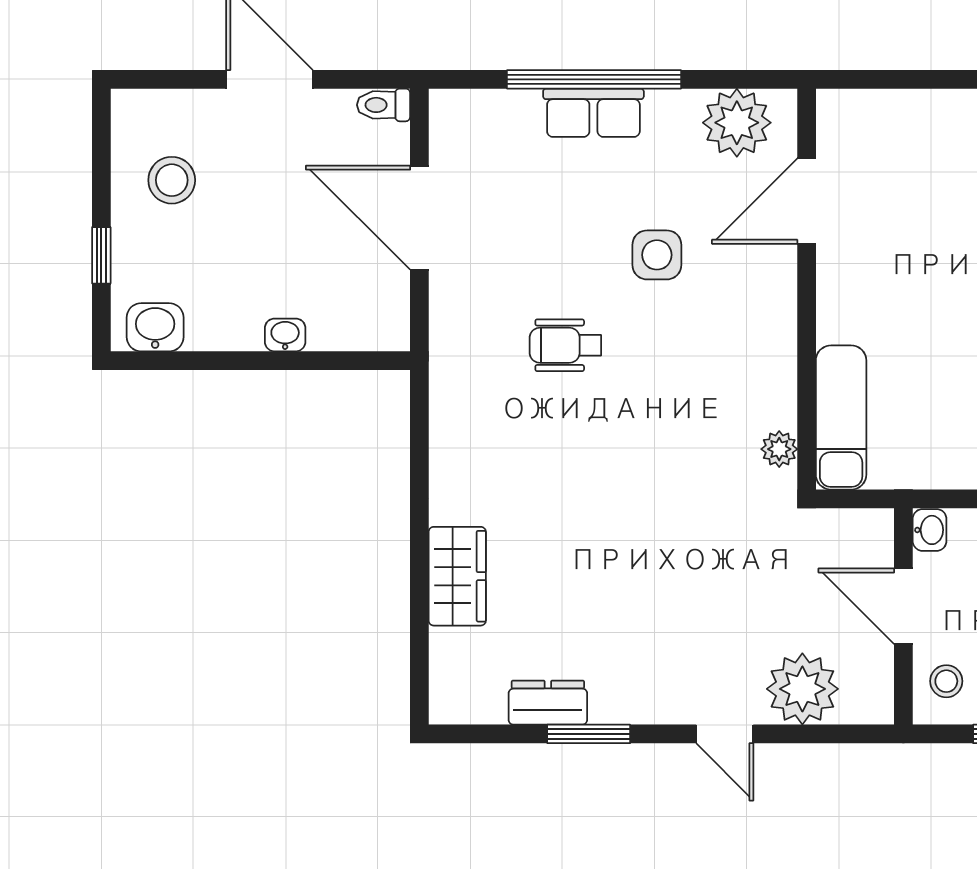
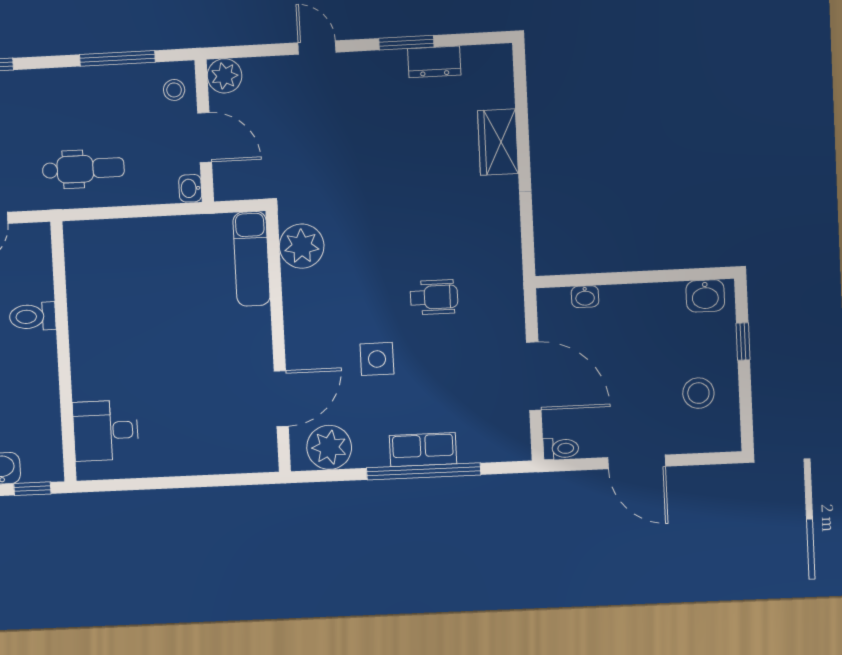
washbasin: (285, 335) -> (585, 297), moved
plant: (779, 449) -> (302, 246), width x1.88, depth x1.88
plant: (802, 689) -> (225, 76), moved, width x0.73, depth x0.73

